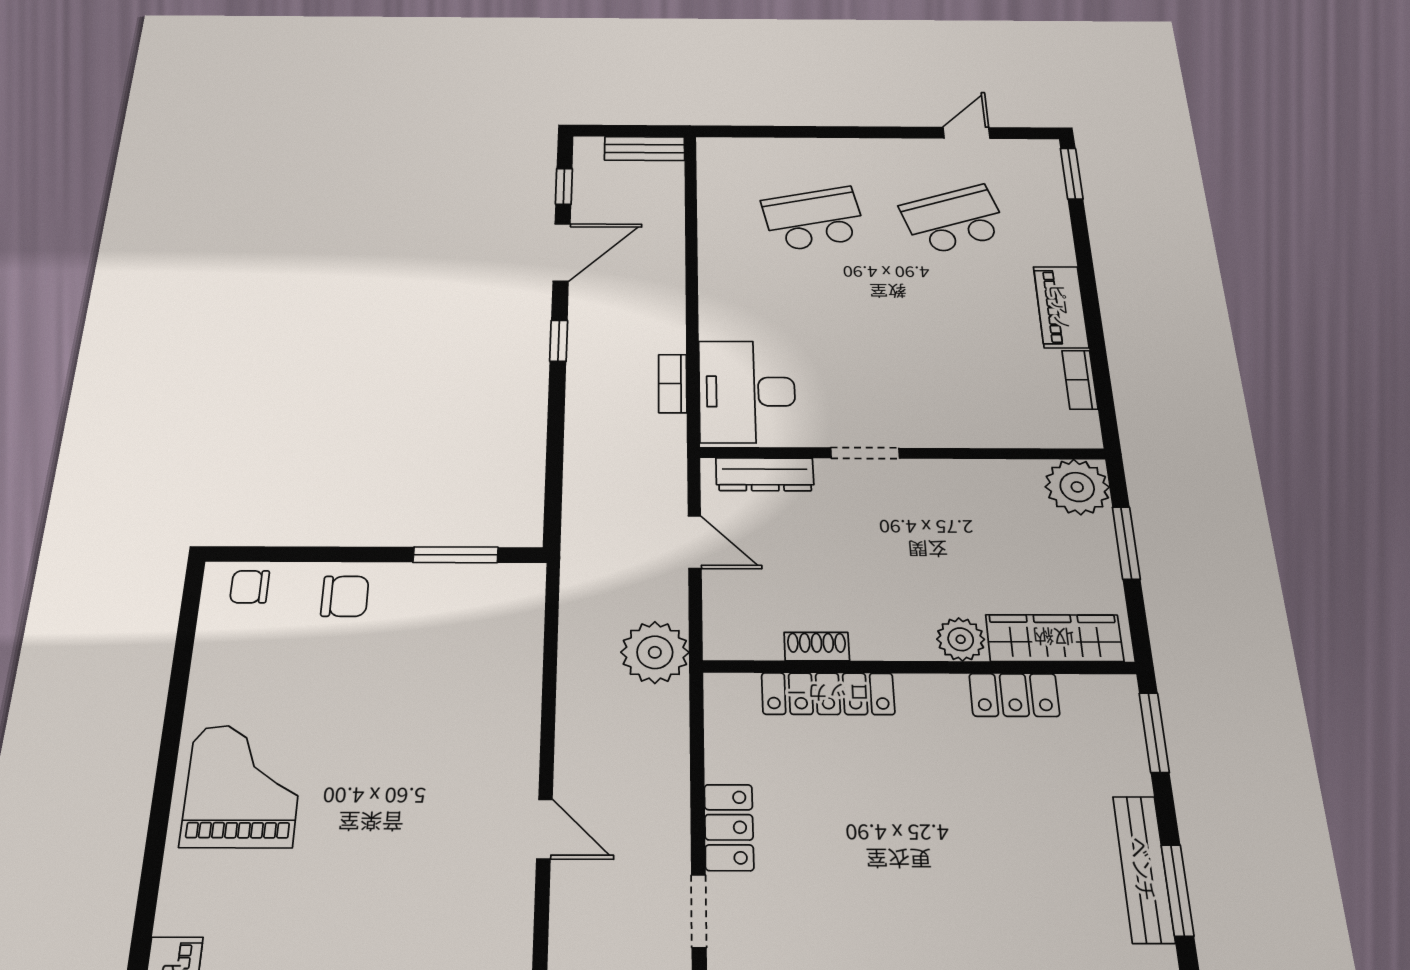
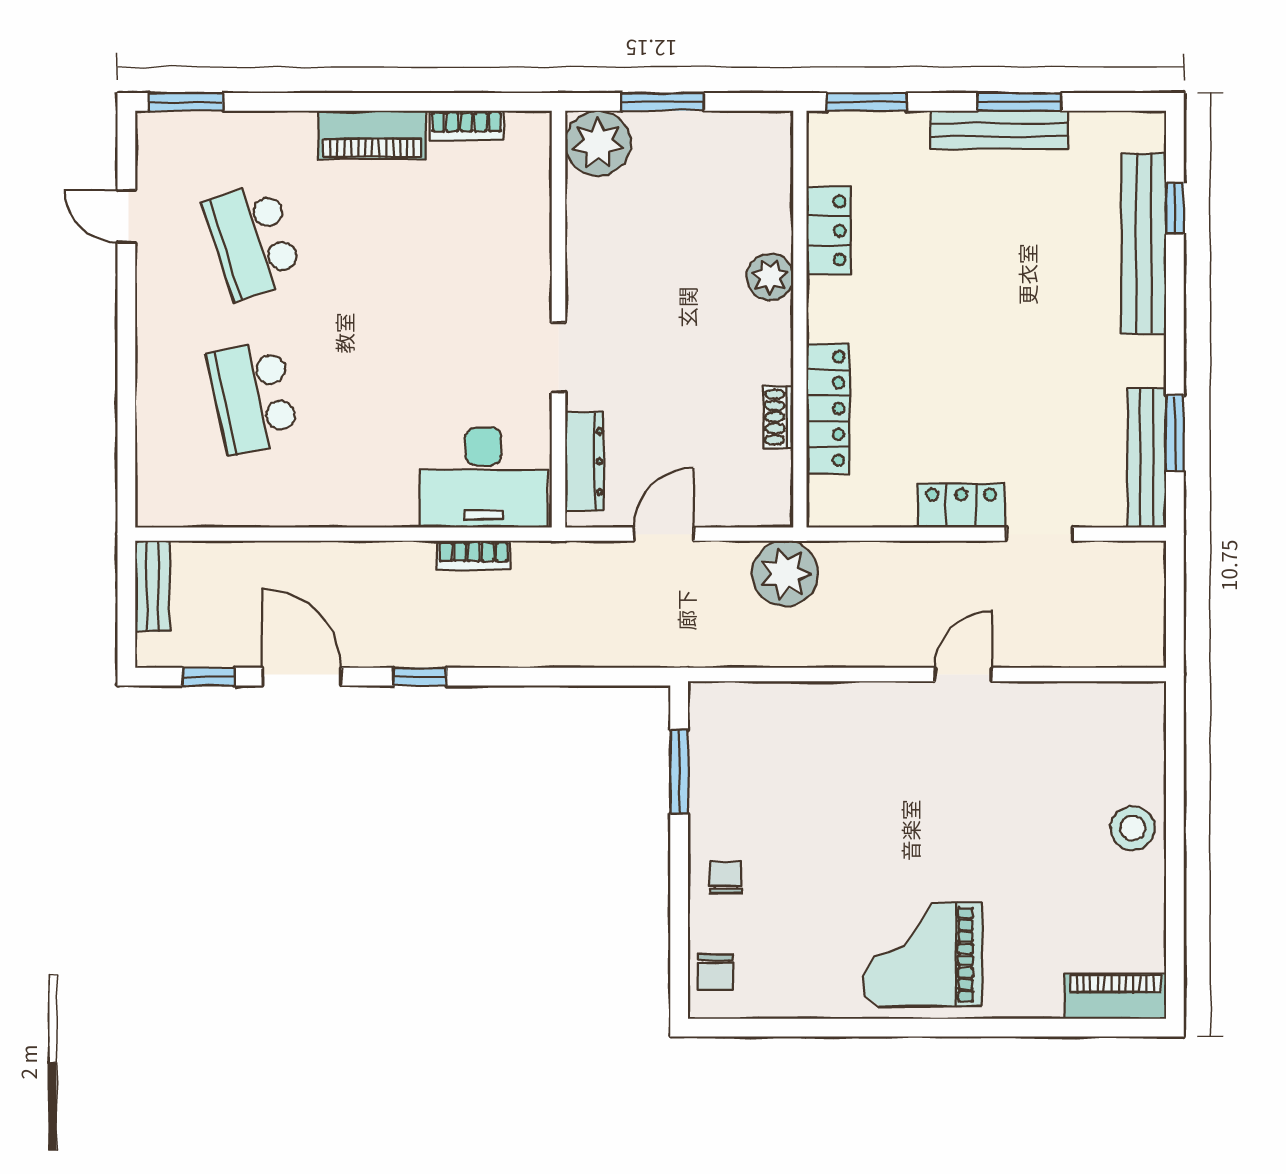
chair: (345, 596) -> (726, 878), width x0.73, depth x0.73
wardrobe: (1054, 638) -> (768, 186), removed

